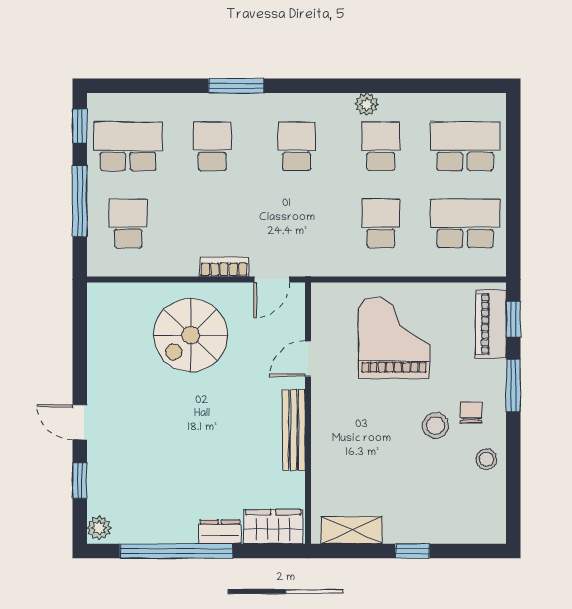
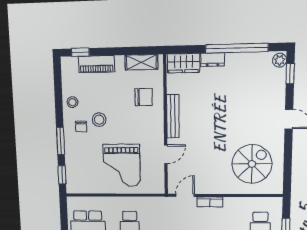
piano: (491, 324) -> (97, 64), moved, turned 90
spiral stairs: (191, 335) -> (252, 164), moved
chair: (349, 466) -> (144, 97), added
window: (80, 480) -> (290, 74), moved
window: (412, 551) -> (80, 52), moved

